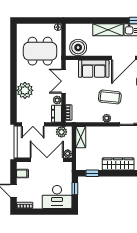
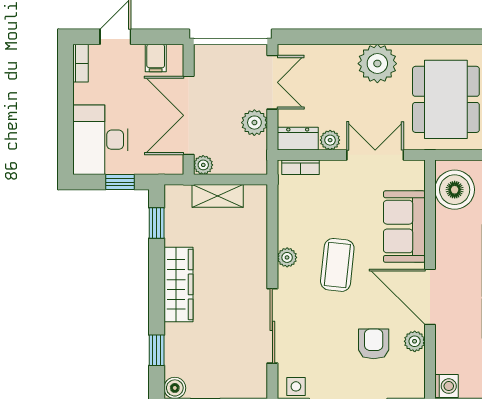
plant: (25, 90) -> (377, 64), moved
double door: (33, 124) -> (272, 82), swing flipped
plant: (61, 132) -> (254, 123), moved
shelving: (81, 137) -> (218, 196), moved
double door: (47, 160) -> (189, 115), swing flipped

